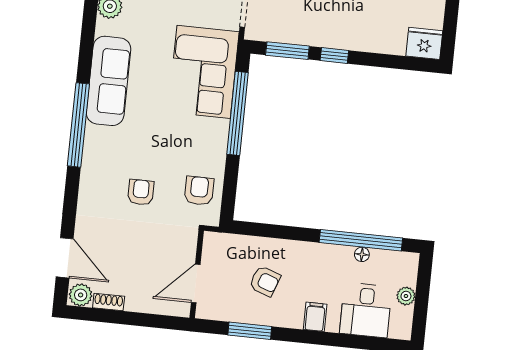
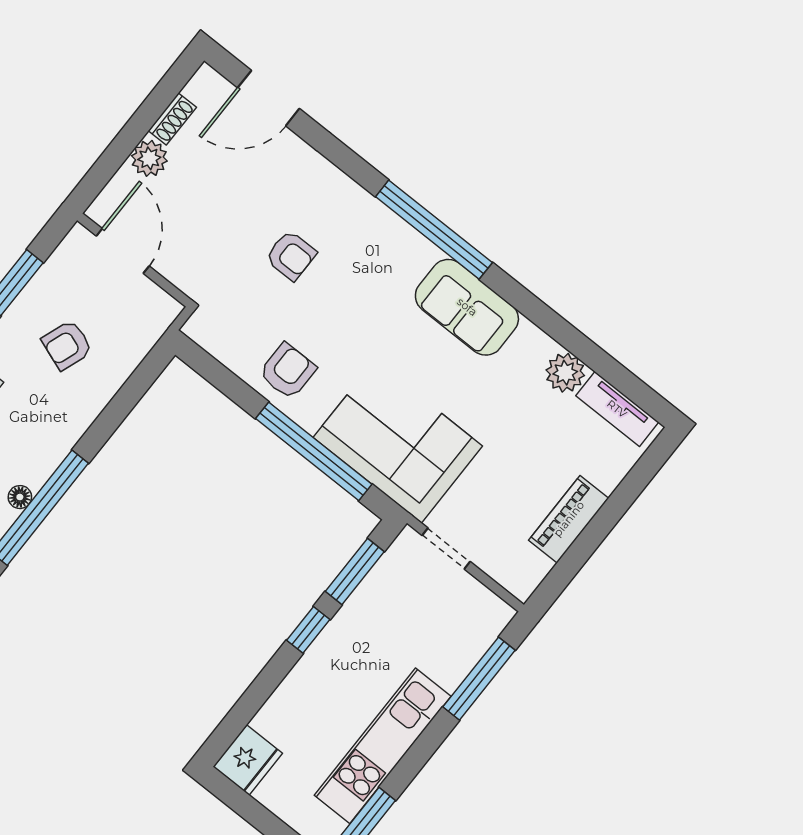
sofa: (108, 81) -> (467, 307), width x0.73
armchair: (199, 191) -> (288, 371), moved, turned -90
plant: (81, 295) -> (149, 158), moved

